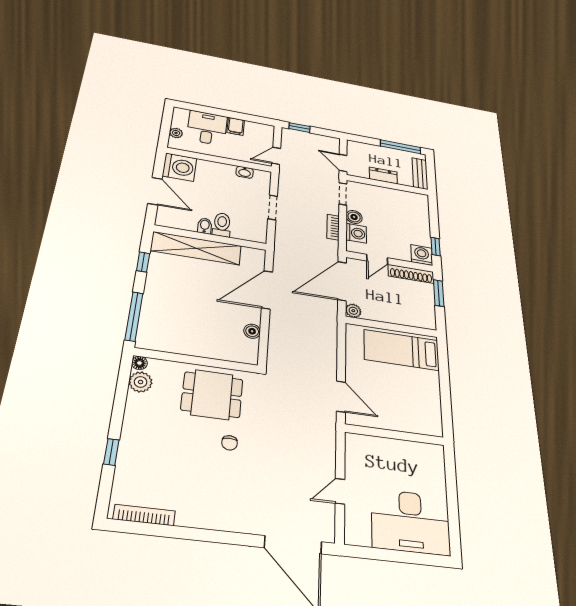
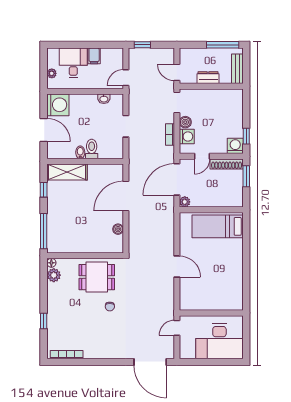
shelving: (196, 248) -> (67, 172), width x0.68
wall: (395, 435) -> (211, 313), moved

